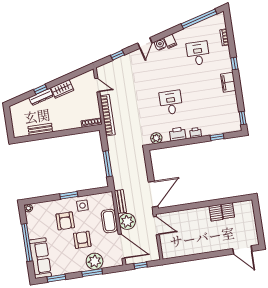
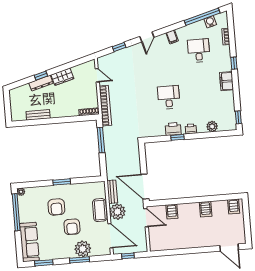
water cooler: (160, 44) -> (210, 22), moved
window: (217, 137) -> (178, 137), moved
plant: (156, 138) -> (212, 126), moved
window: (108, 164) -> (101, 140), moved
door: (153, 194) -> (145, 187), swing flipped
side table: (82, 206) -> (74, 193), removed
server rack: (228, 211) -> (234, 207), moved
server rack: (182, 218) -> (172, 212), added
armchair: (82, 240) -> (72, 227), turned 180
window: (27, 242) -> (16, 212), moved

